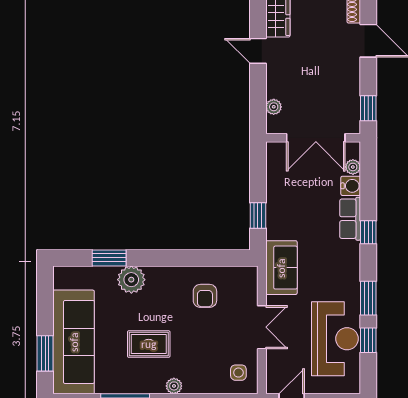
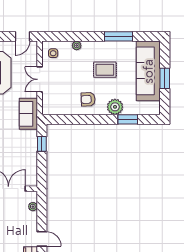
armchair: (205, 296) -> (88, 99), moved, turned -93
window: (45, 353) -> (165, 78), moved
plant: (174, 386) -> (77, 45), moved

